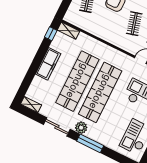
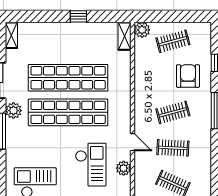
plant: (70, 17) -> (142, 30), added
window: (51, 34) -> (78, 16), moved
freezer: (48, 64) -> (71, 31), removed

